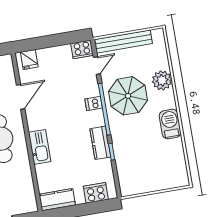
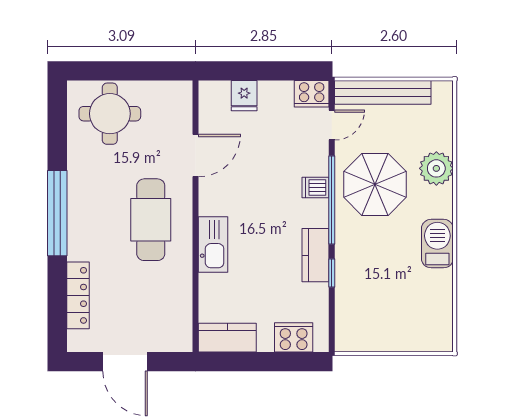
fridge: (29, 60) -> (244, 96), moved

